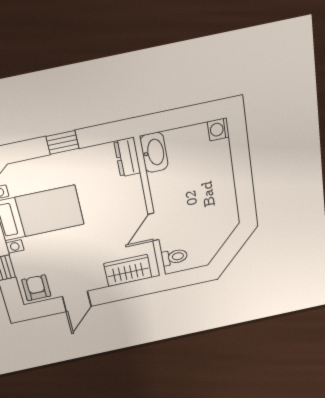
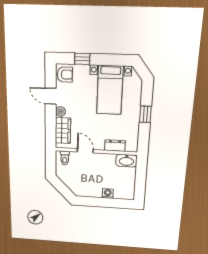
washing machine: (218, 129) -> (108, 194), moved
dresser: (127, 157) -> (115, 146), moved
plant: (97, 281) -> (61, 111), added

